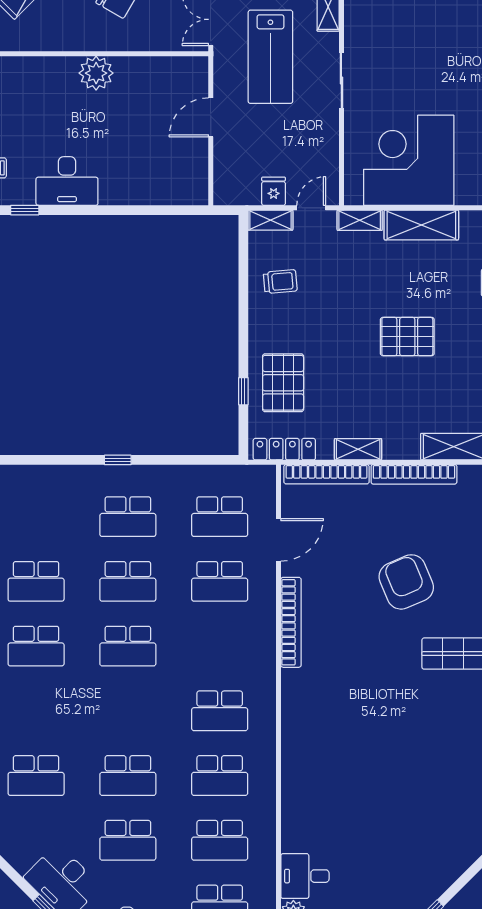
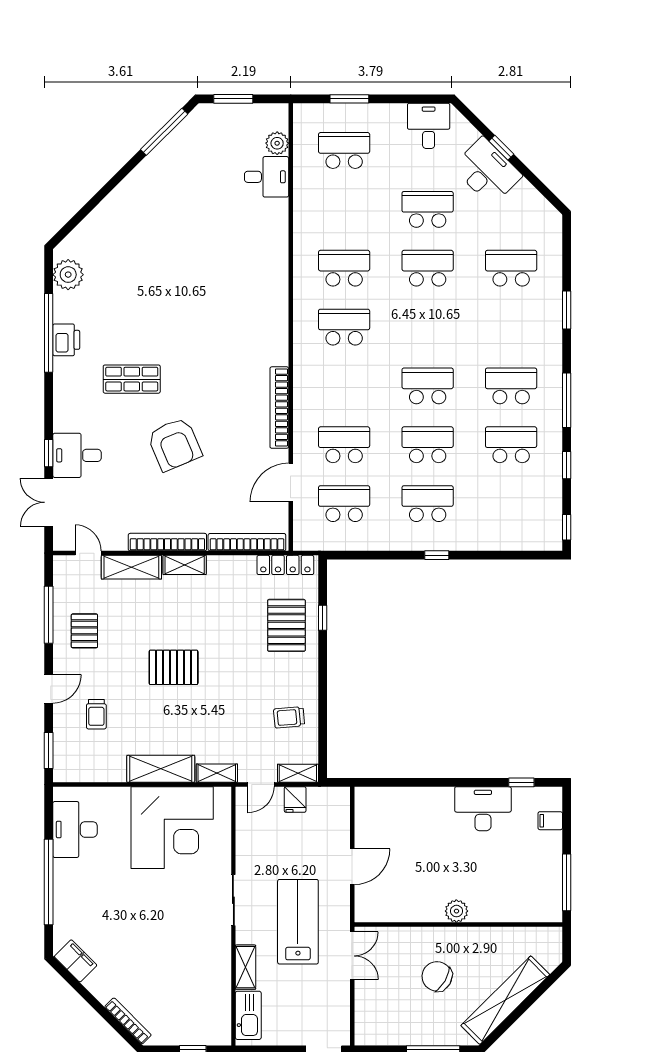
plant: (96, 73) -> (456, 911), width x0.73, depth x0.73
shelving: (358, 449) -> (185, 565), moved
school desk: (220, 840) -> (344, 209), removed

